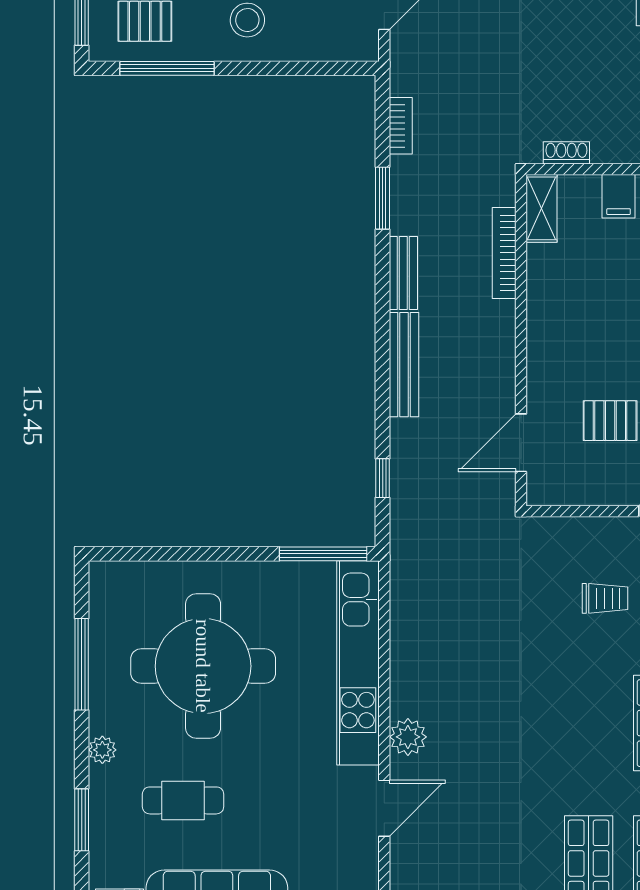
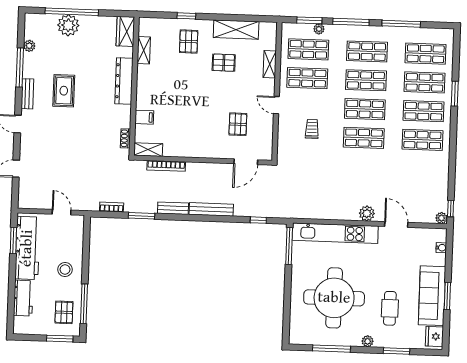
door: (521, 443) -> (246, 162), hinge flipped
shop shelf: (589, 723) -> (364, 138), added

